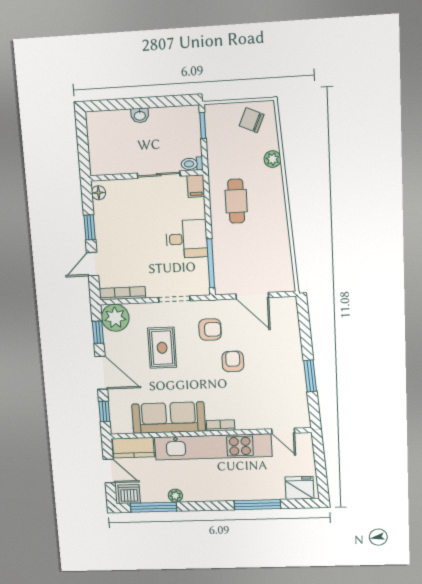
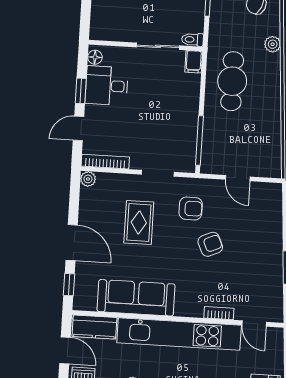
cafe table: (236, 201) -> (232, 81), width x1.37, depth x1.35
desk: (187, 239) -> (107, 86), moved, turned 180
door: (252, 296) -> (238, 178), width x0.73
plant: (115, 318) -> (88, 179), width x0.53, depth x0.53
window: (98, 332) -> (74, 199), removed
armchair: (233, 361) -> (210, 244), turned 66
bookcase: (221, 425) -> (219, 313), moved

